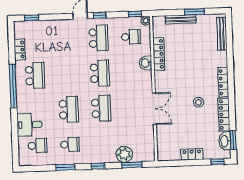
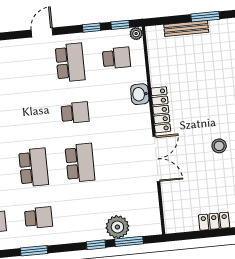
window: (100, 15) -> (92, 28), moved
locker: (159, 54) -> (161, 110), moved
school desk: (100, 73) -> (75, 113), width x0.54
window: (98, 166) -> (96, 245), moved

